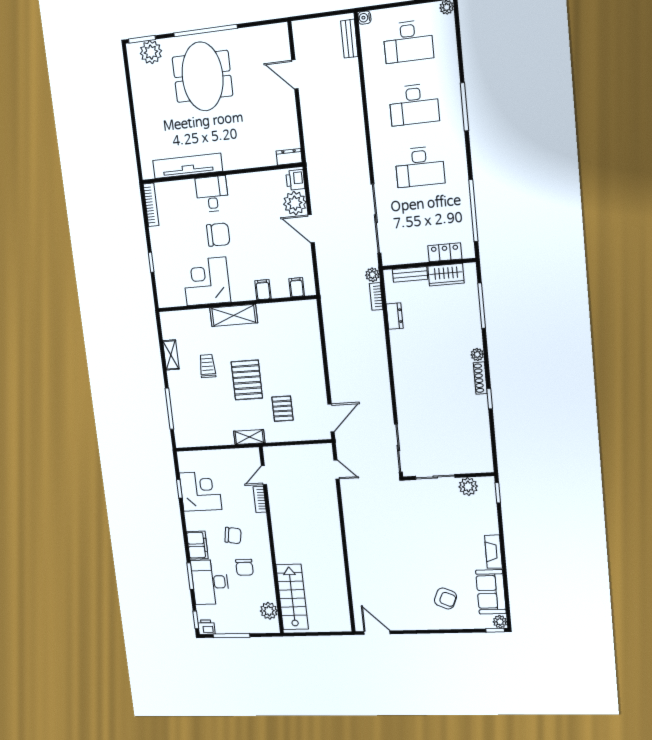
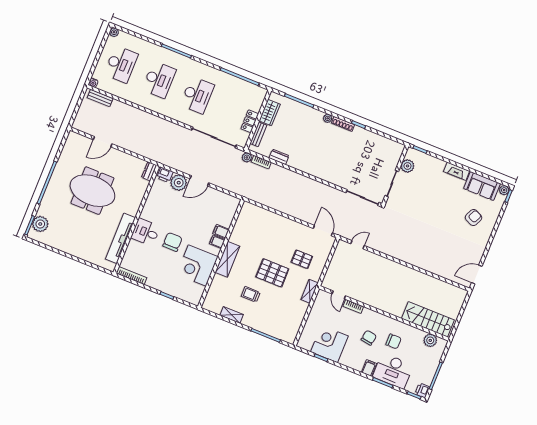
meeting table: (203, 76) -> (92, 191), moved
locker: (445, 252) -> (250, 121), moved
filing cabinet: (297, 287) -> (217, 242), moved
filing cabinet: (197, 545) -> (369, 368), width x0.50

